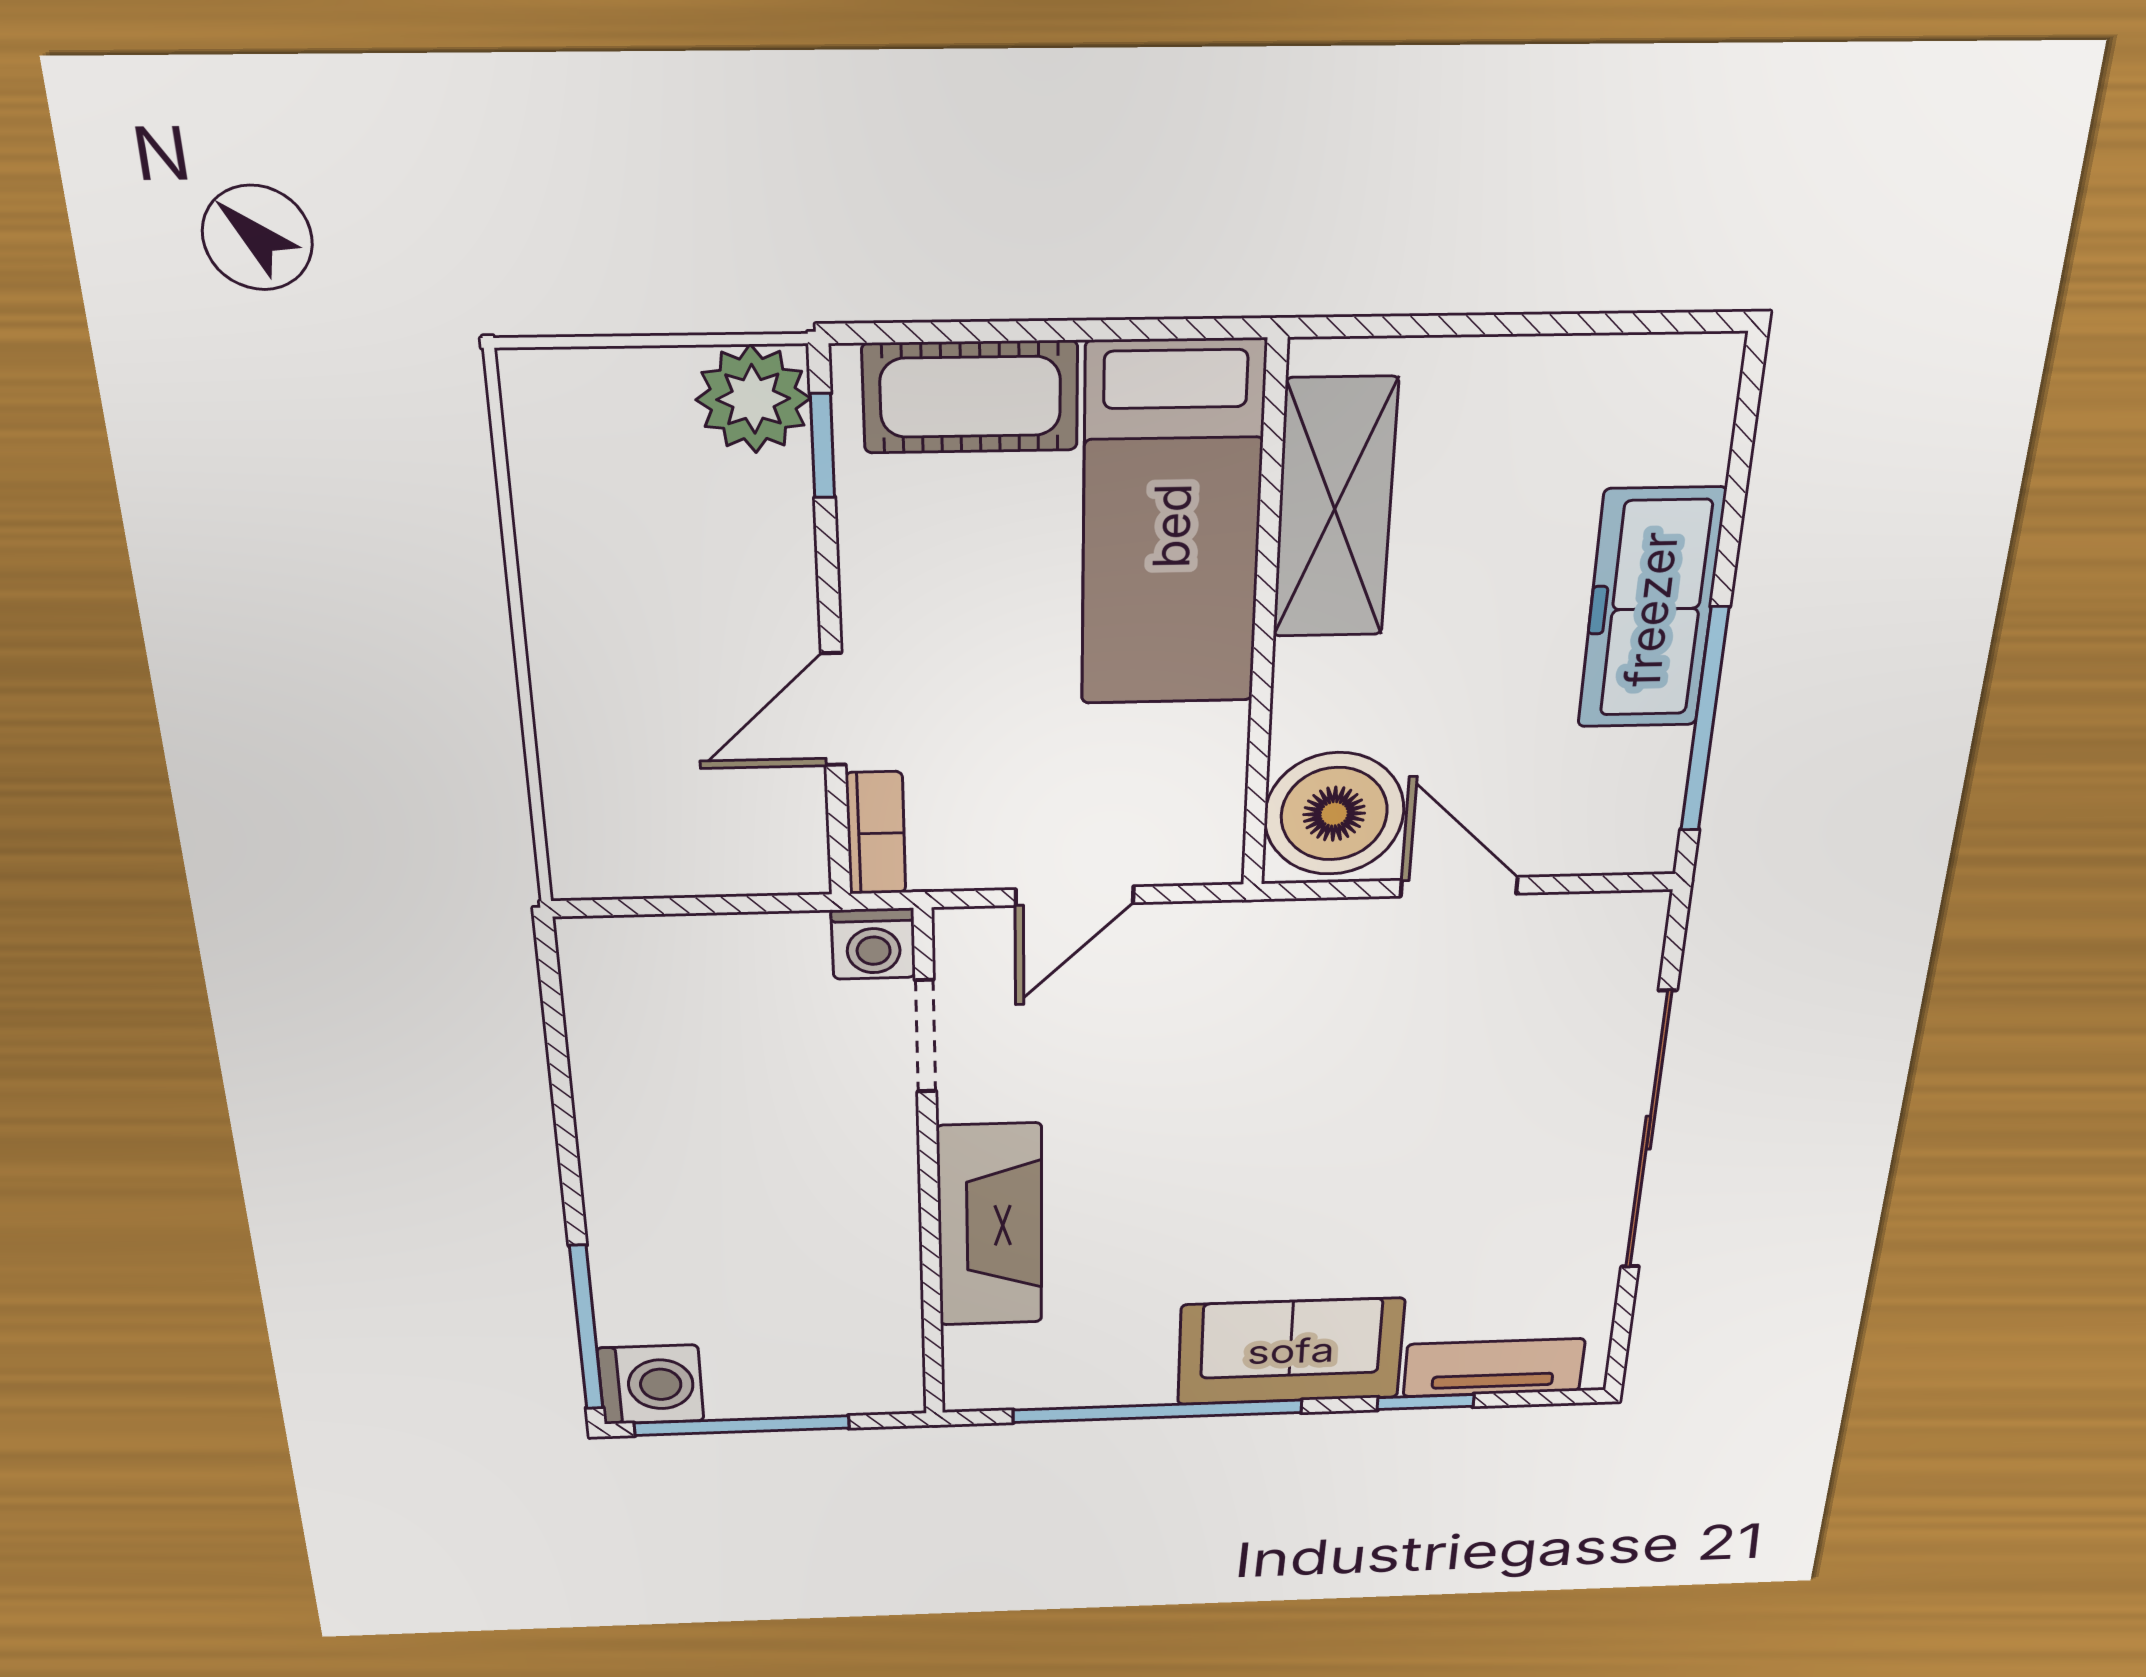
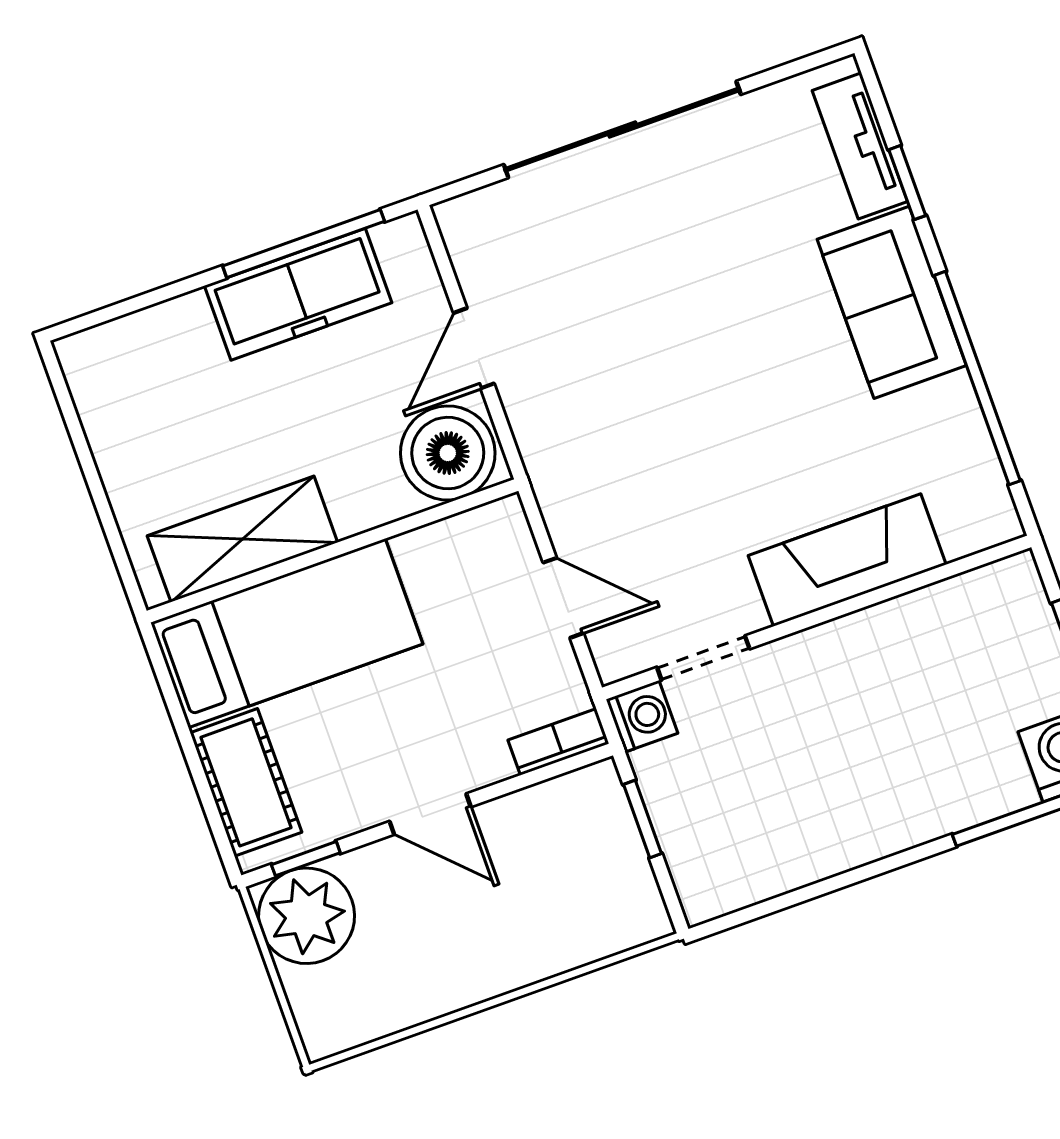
plant: (753, 399) -> (307, 916), width x1.36, depth x1.36
freezer: (1651, 609) -> (298, 294), moved
door: (833, 710) -> (430, 814), moved
window: (729, 905) -> (642, 819), added

